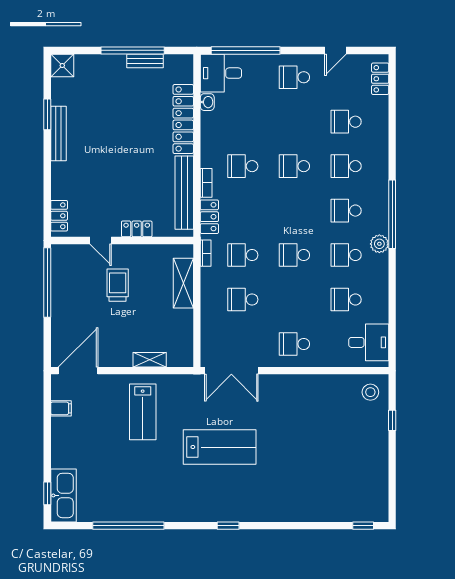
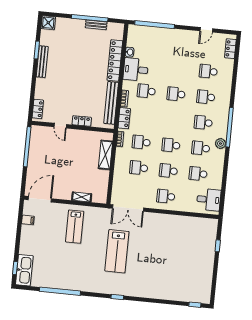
desk: (221, 73) -> (136, 70), moved
school desk: (294, 77) -> (168, 171), moved
trolley: (118, 285) -> (68, 152), removed
stool: (370, 392) -> (207, 228), removed
lab bench: (220, 447) -> (117, 251), turned 90

